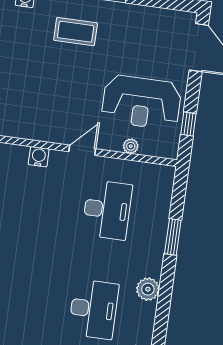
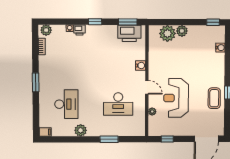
coffee table: (76, 32) -> (214, 98), moved
reception desk: (141, 102) -> (176, 98), moved
desk: (93, 309) -> (66, 104), turned -90

